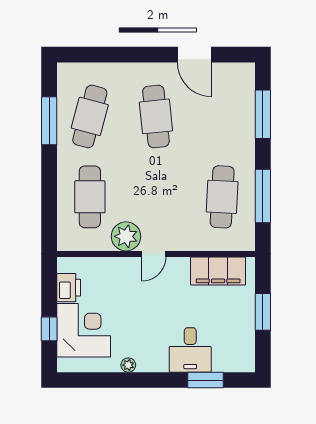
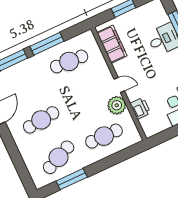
cafe table: (90, 116) -> (59, 157), turned -39
window: (263, 196) -> (47, 44), moved
printer: (69, 288) -> (140, 108), moved, turned 90

